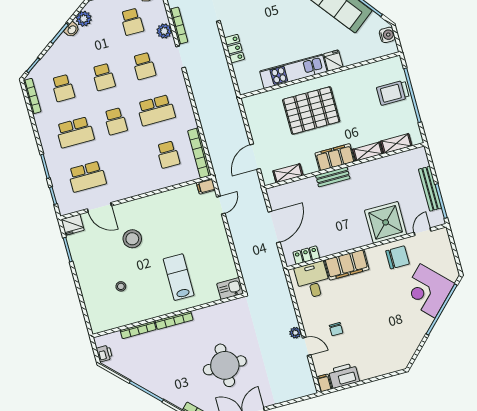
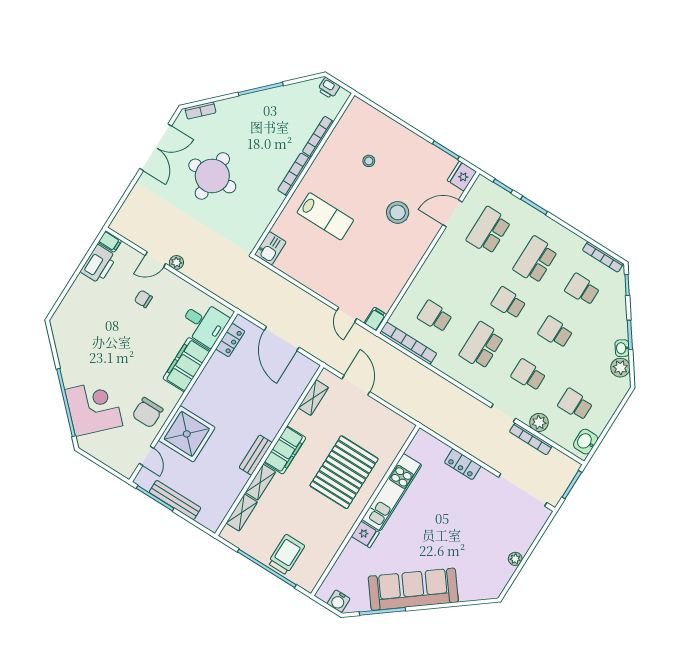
bench: (333, 177) -> (256, 455), moved

